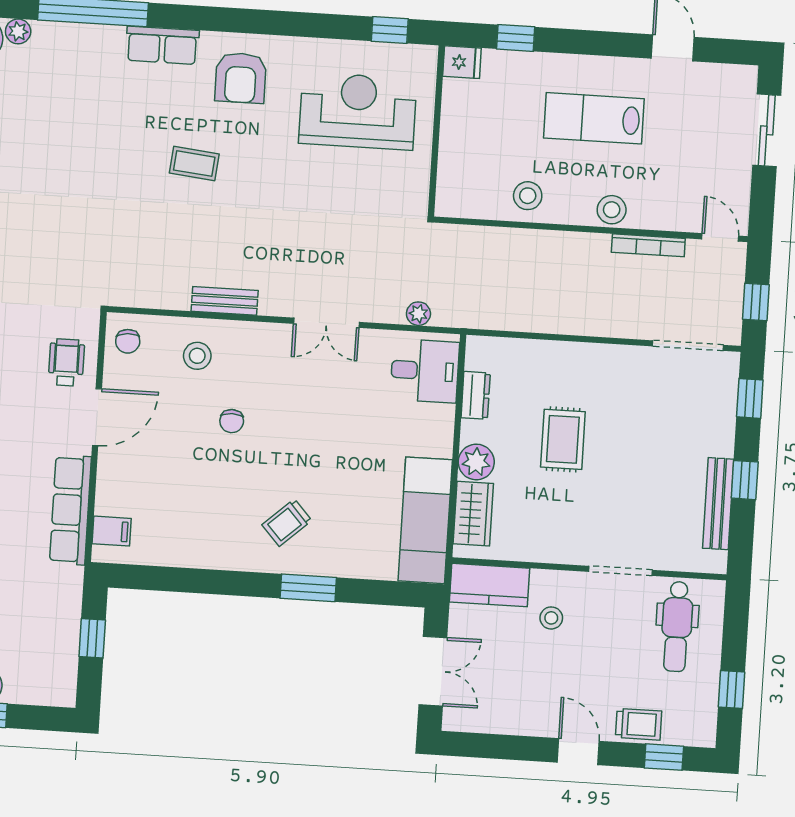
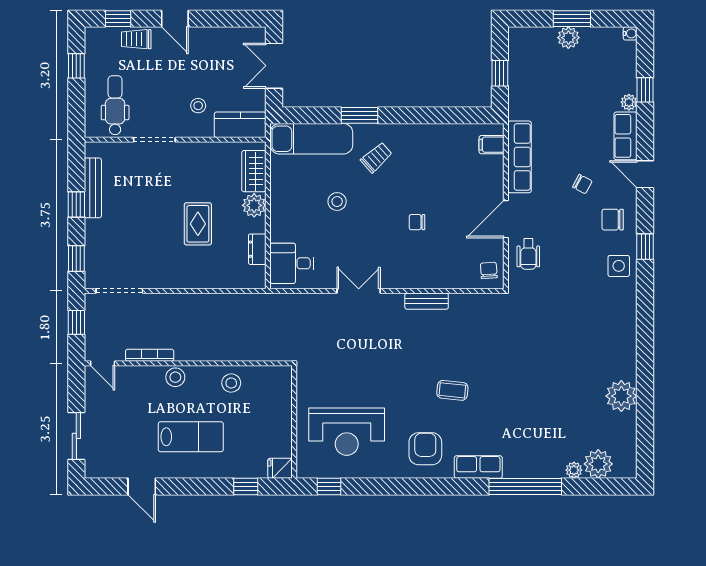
plant: (418, 314) -> (298, 301), removed
stool: (197, 356) -> (337, 202), moved
chair: (232, 421) -> (417, 222), turned -90
exam couch: (425, 520) -> (311, 139), moved, turned 90

